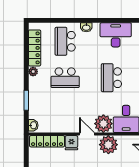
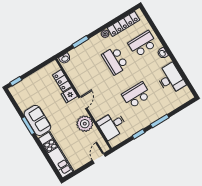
plant: (103, 124) -> (98, 110), removed
locker: (47, 141) -> (62, 81), width x0.66

